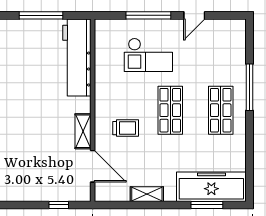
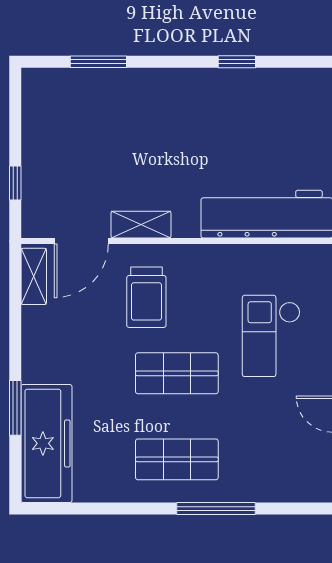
trolley: (126, 128) -> (146, 297), width x1.36, depth x1.39
shelving: (147, 194) -> (34, 276), moved
window: (207, 205) -> (15, 408), moved

